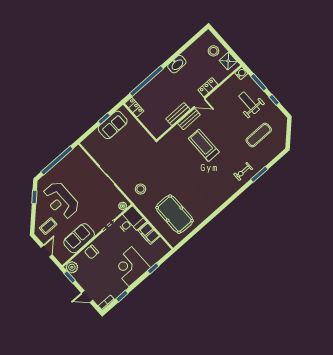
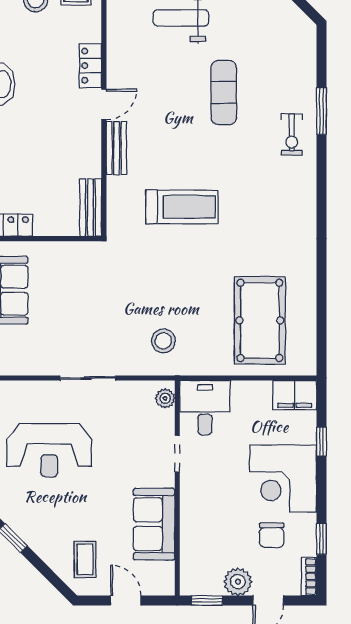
bench: (178, 114) -> (91, 208), moved
exercise mat: (259, 135) -> (224, 93), moved
treadmill: (204, 145) -> (182, 207), moved, turned 180
reception desk: (61, 201) -> (49, 450), moved
pool table: (175, 214) -> (260, 320), turned 90
filing cabinet: (149, 234) -> (295, 395), moved
chair: (92, 252) -> (272, 535), moved
plant: (72, 267) -> (238, 582), moved

